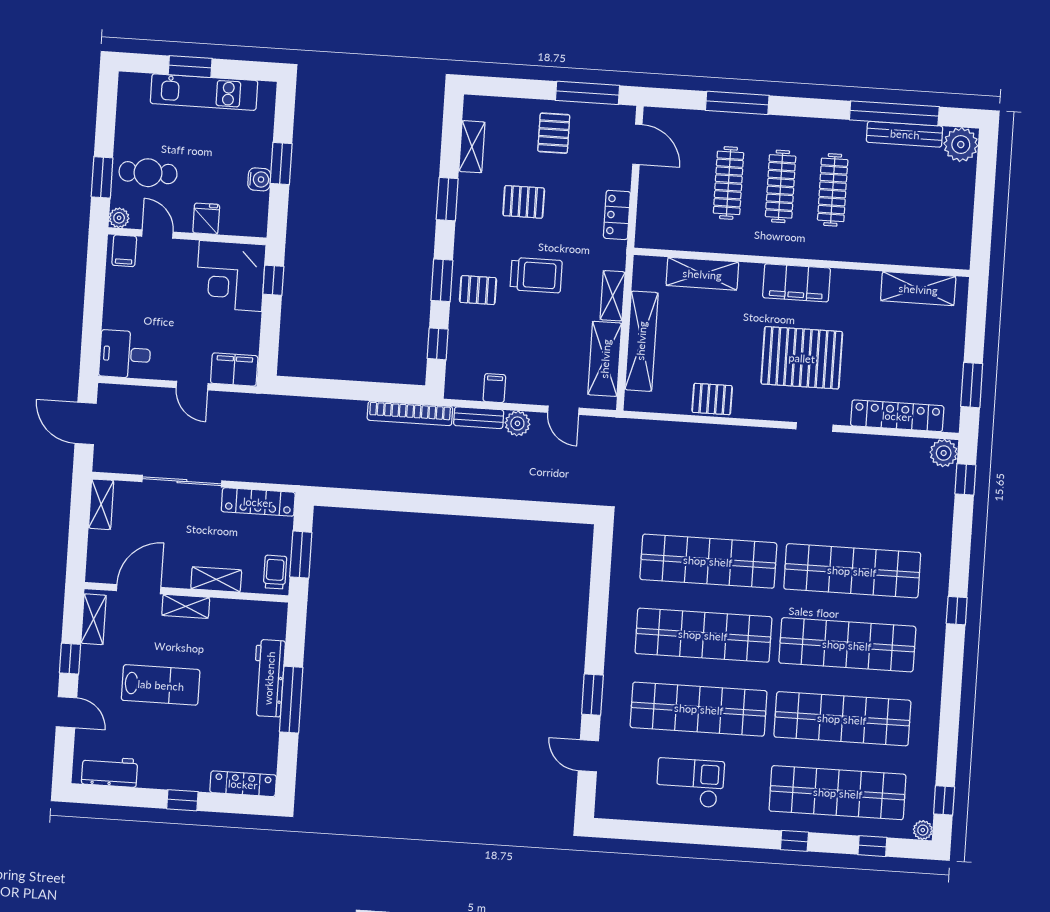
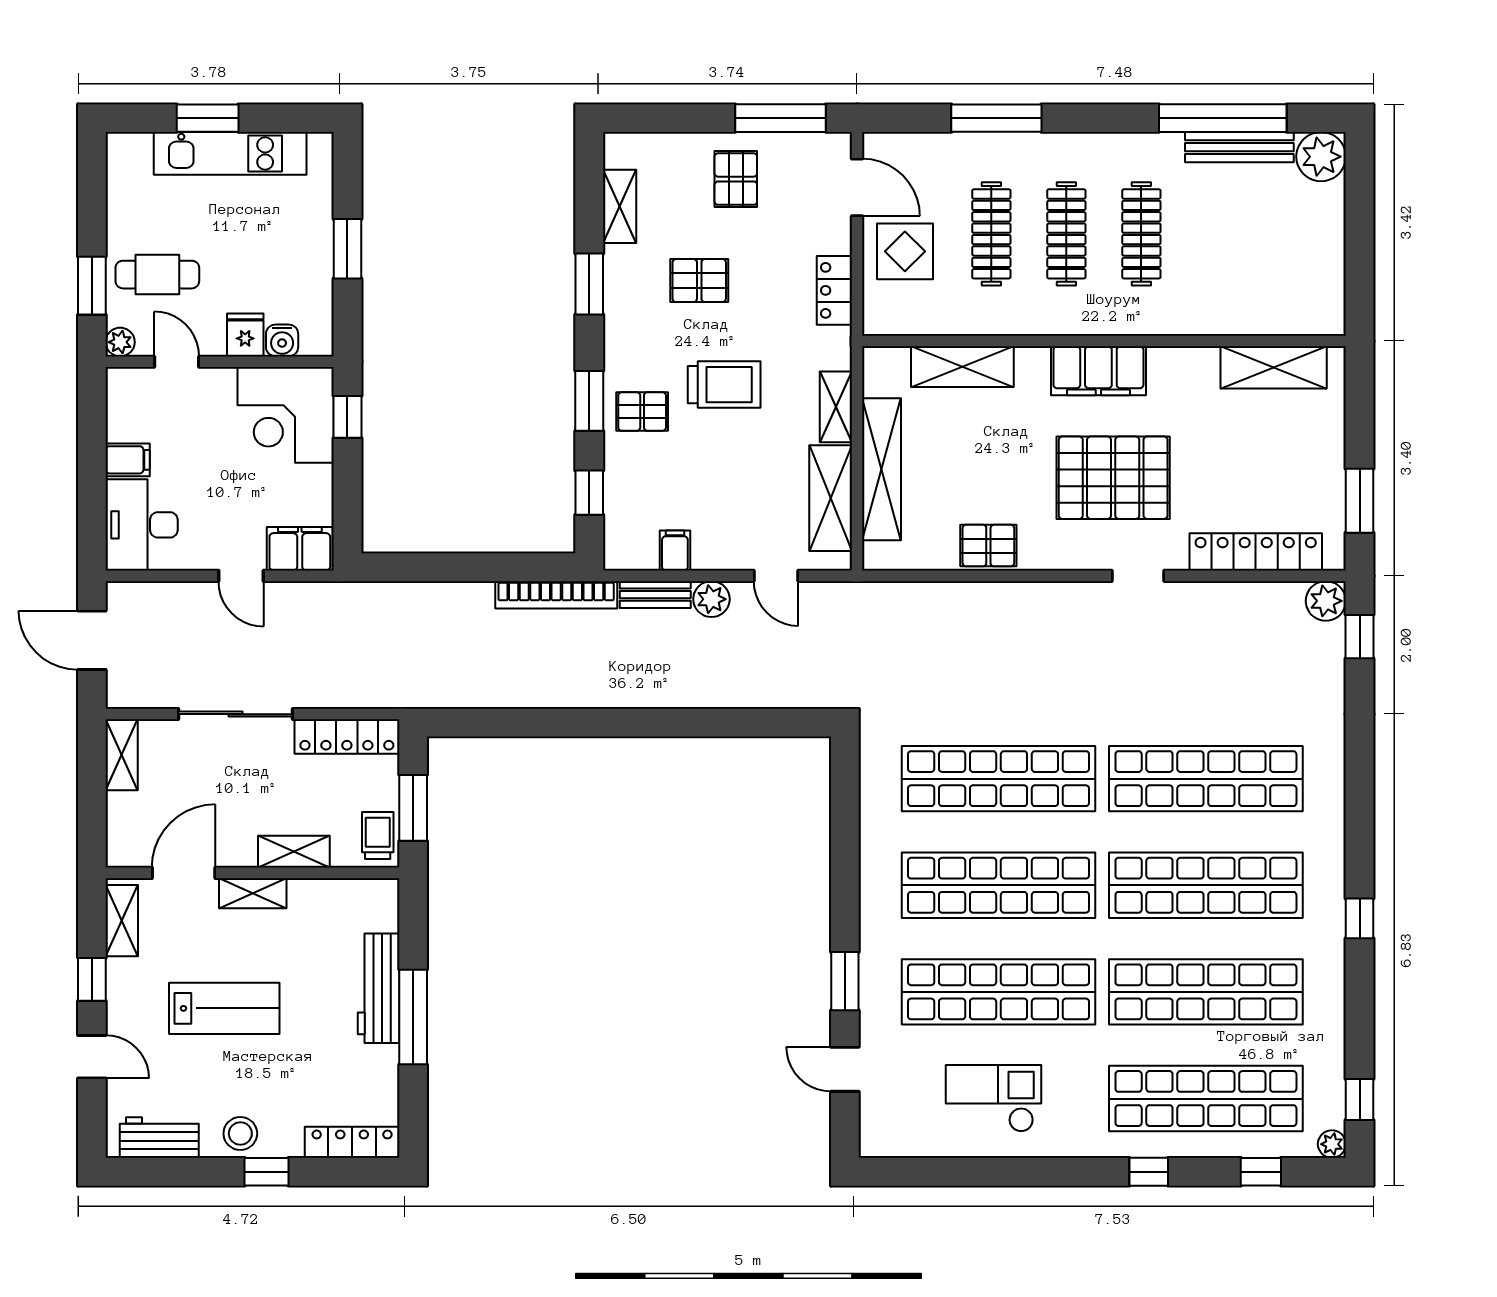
water cooler: (259, 179) -> (282, 340), moved, turned 90
display table: (668, 191) -> (905, 251), added
filing cabinet: (124, 251) -> (128, 460), moved, turned -90
desk: (125, 354) -> (142, 525), width x1.37
window: (957, 611) -> (1360, 918), moved
stool: (166, 772) -> (240, 1134), added

